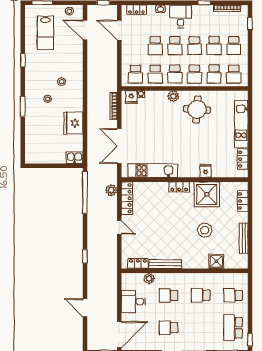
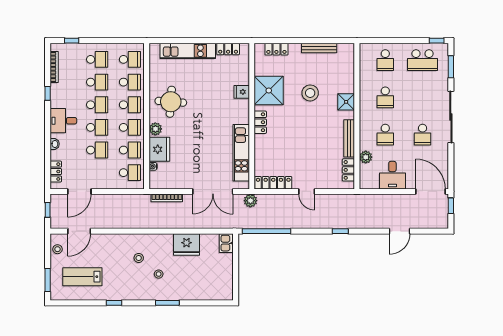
lab bench: (45, 33) -> (82, 277), turned 180
fridge: (131, 97) -> (159, 149), moved, width x1.88, depth x1.34
plant: (111, 190) -> (250, 201), moved
door: (119, 227) -> (307, 191), swing flipped
shower: (216, 261) -> (346, 102), moved

